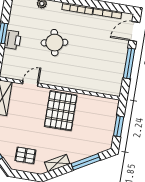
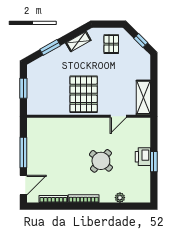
round table: (54, 43) -> (101, 161), turned -38
pallet: (25, 155) -> (111, 44), turned 90
window: (86, 162) -> (50, 47), width x0.69

